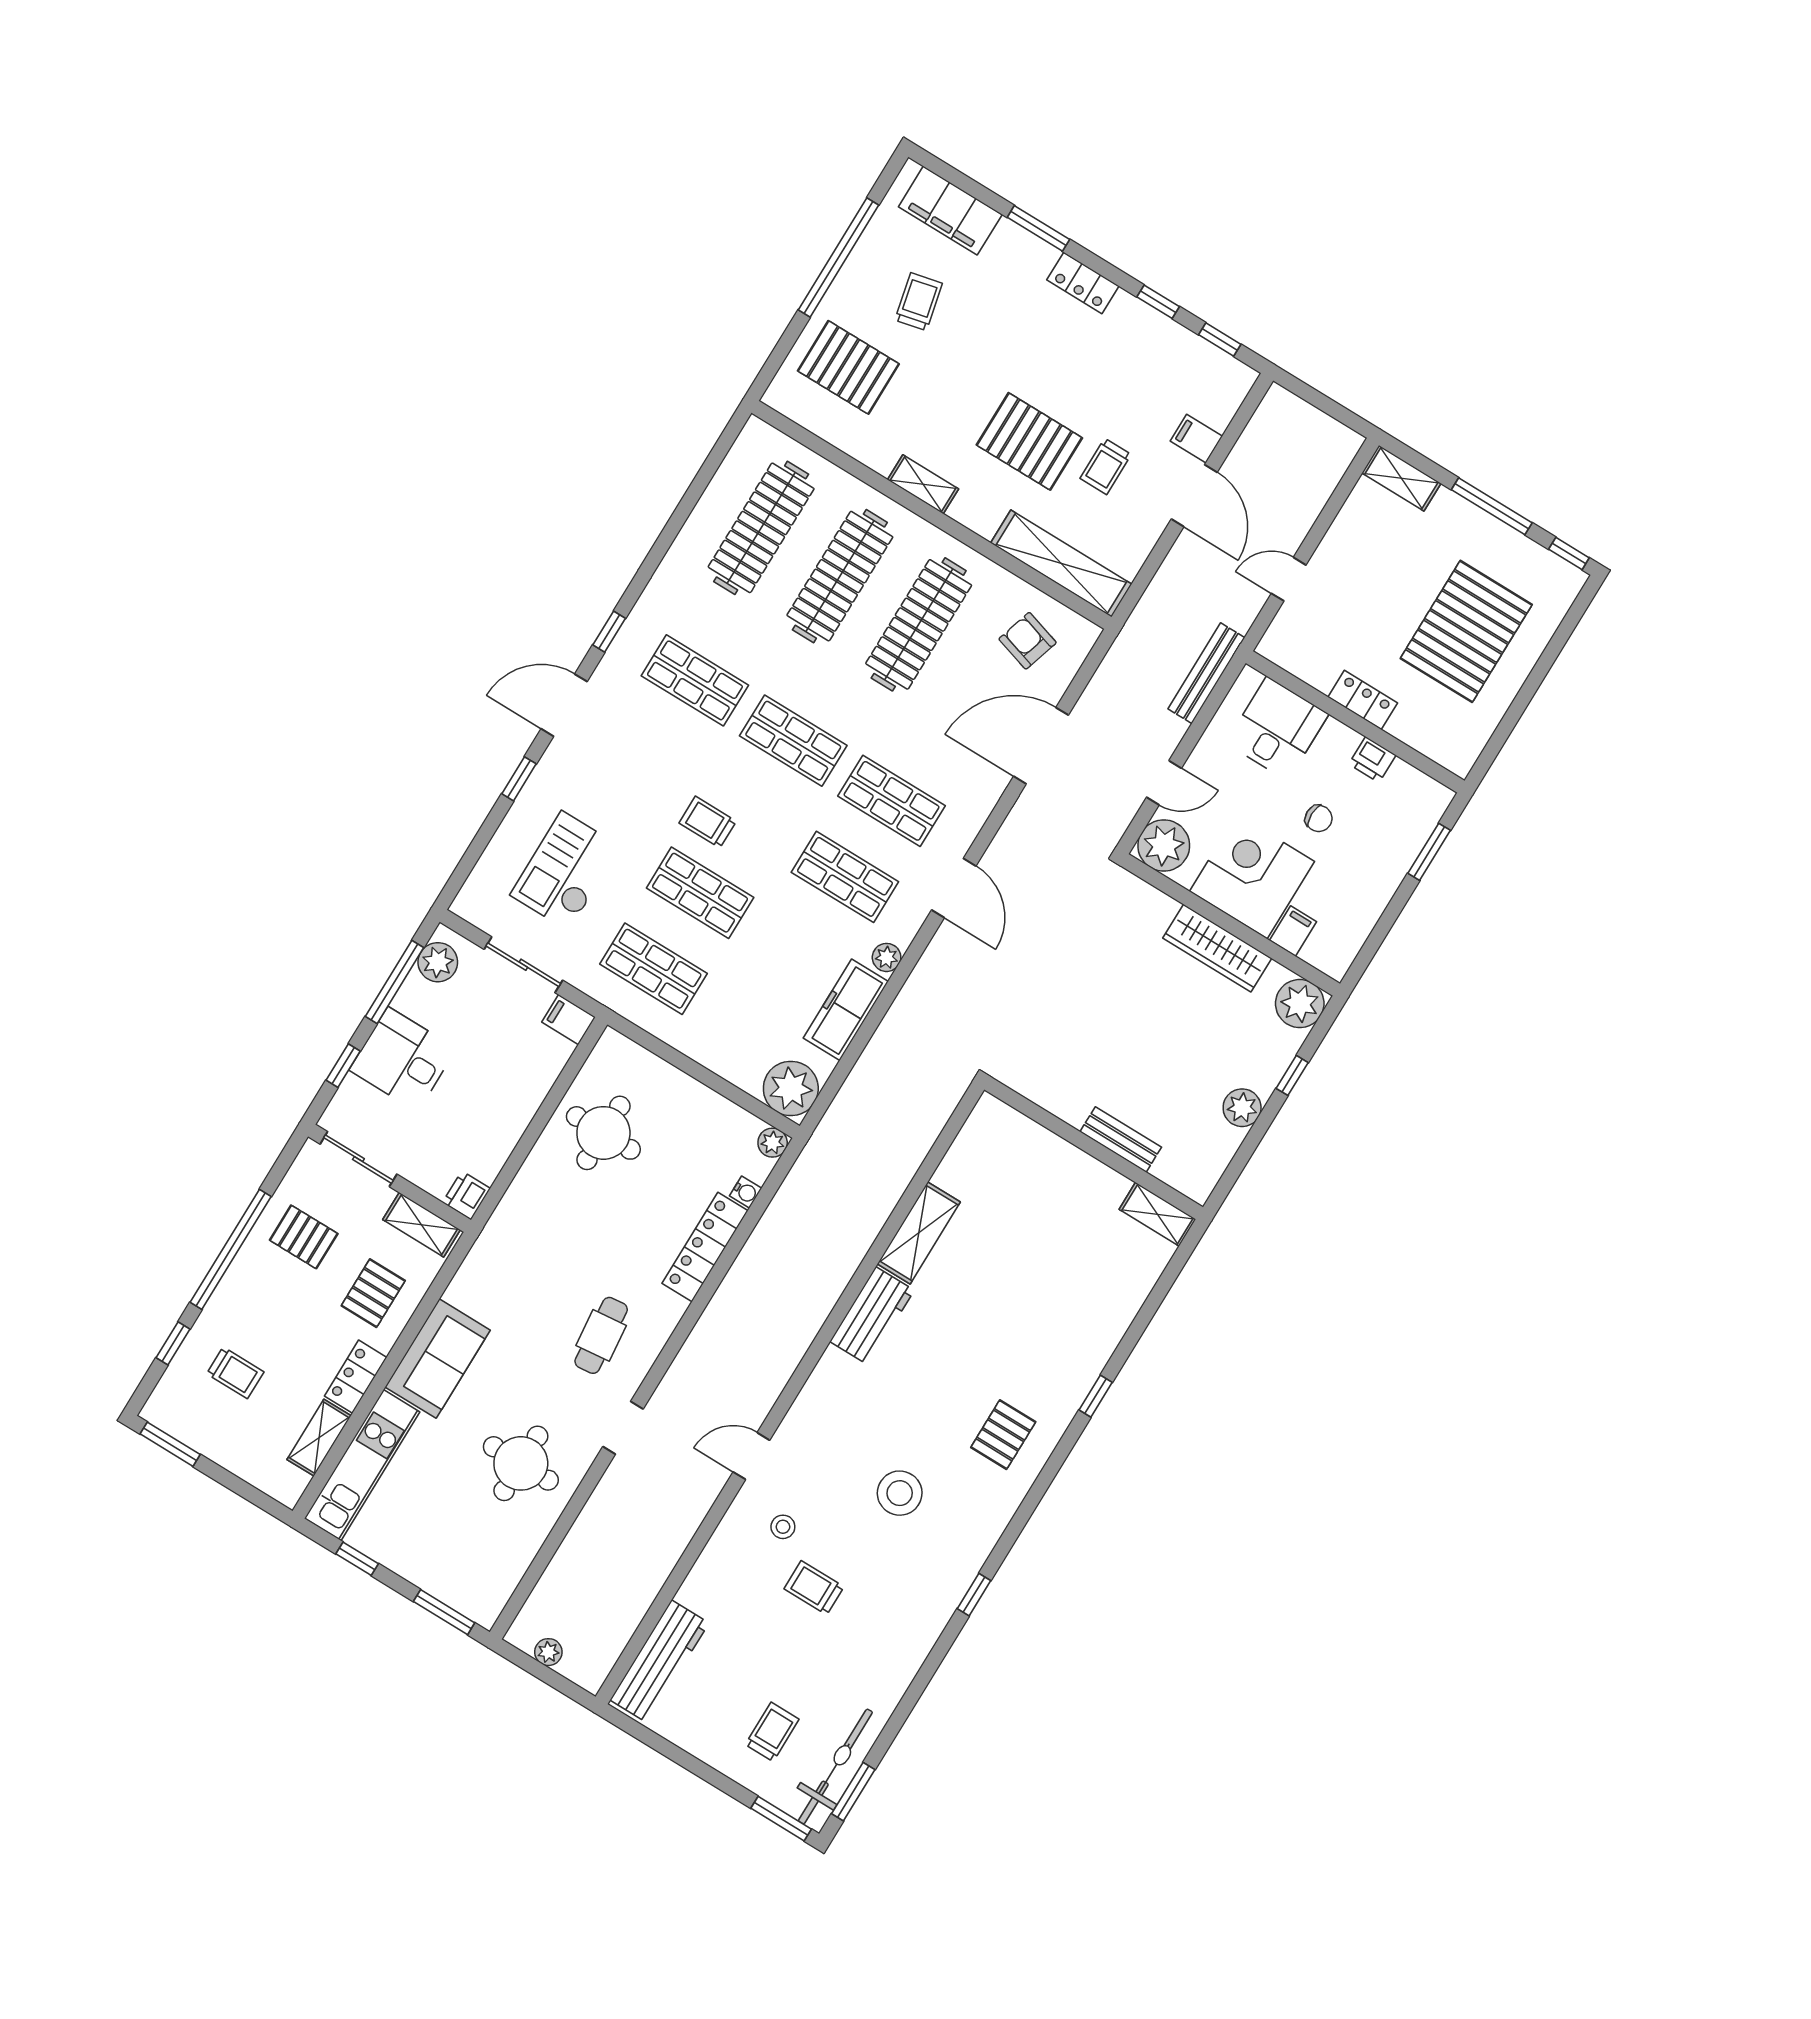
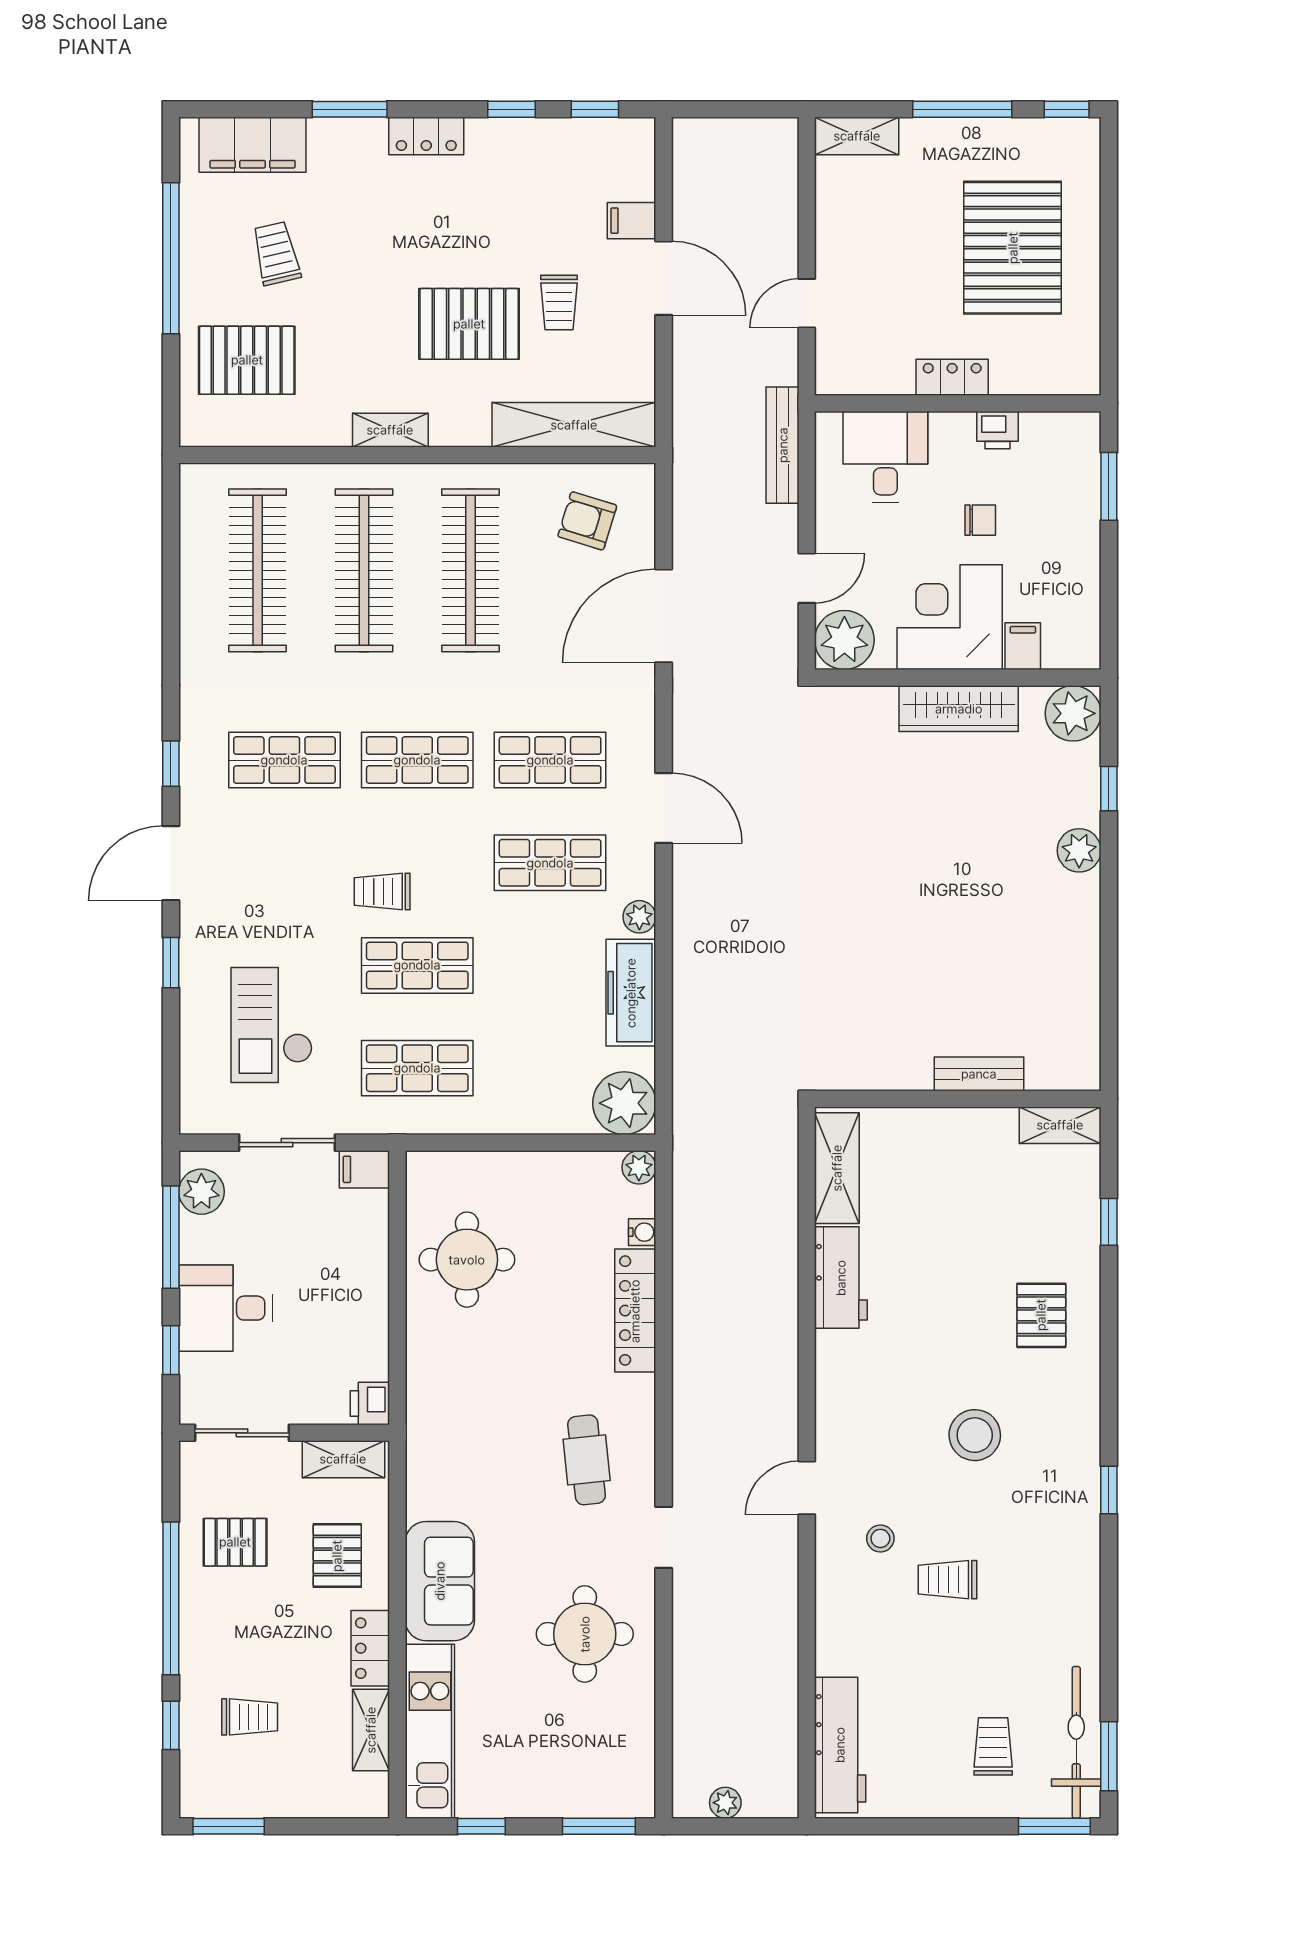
bench: (1121, 1139) -> (979, 1074), moved
wall: (1094, 1148) -> (958, 1099), moved
shelving: (1158, 1214) -> (1060, 1125), moved

